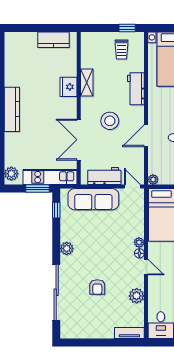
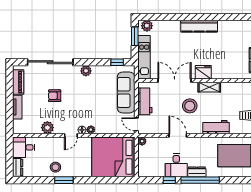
shelving: (87, 83) -> (209, 87), moved
fridge: (68, 87) -> (203, 72), moved
door: (132, 187) -> (136, 124), swing flipped
window: (38, 188) -> (135, 36), moved
piano: (80, 332) -> (18, 82), added
tv unit: (129, 333) -> (17, 107), moved

